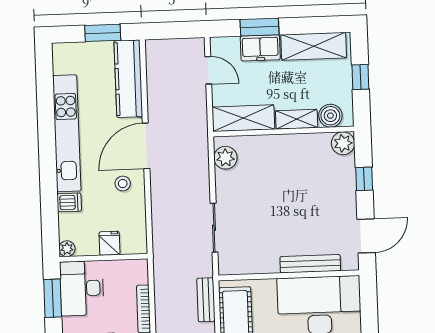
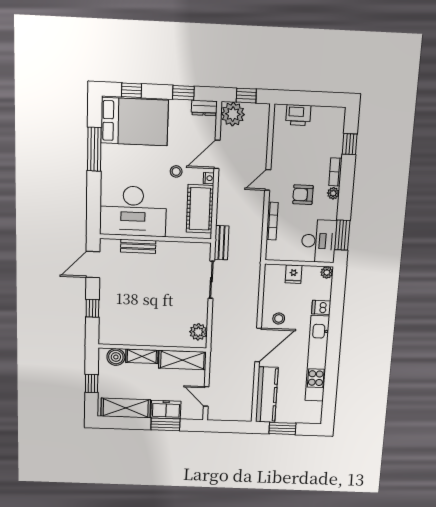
plant: (343, 143) -> (107, 336), removed
bench: (310, 264) -> (138, 246), width x0.73
bench: (206, 300) -> (222, 243), moved

